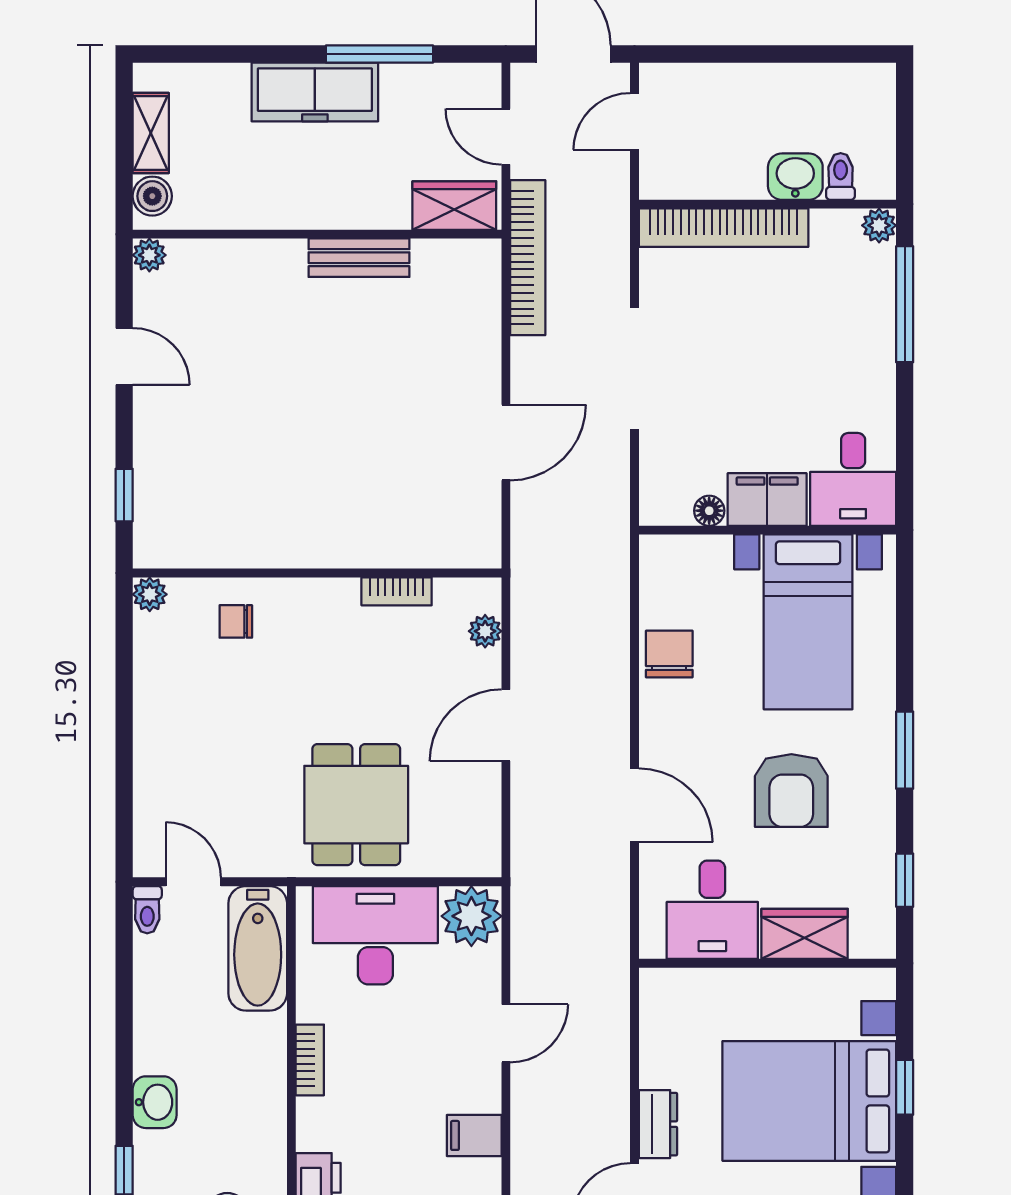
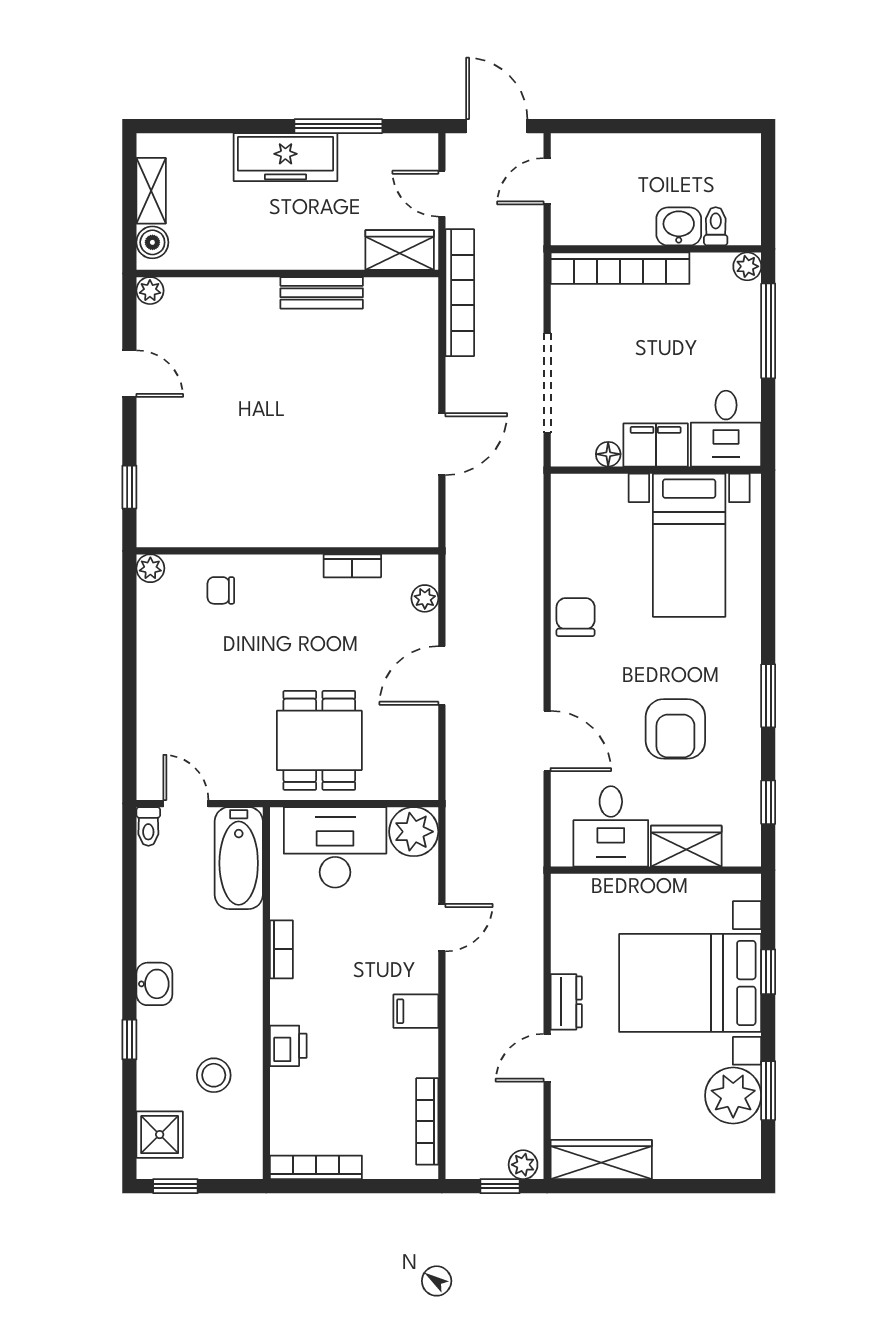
desk: (853, 479) -> (726, 429), moved
filing cabinet: (767, 499) -> (656, 445), moved
floor lamp: (709, 511) -> (608, 454), moved
wall: (767, 530) -> (656, 470), moved
bed with nightstands: (808, 622) -> (689, 545), moved

